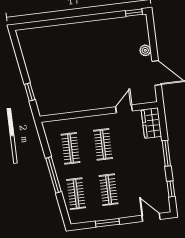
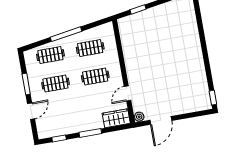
plant: (145, 50) -> (139, 117), moved
door: (124, 109) -> (127, 93), swing flipped
door: (151, 217) -> (31, 111), moved

